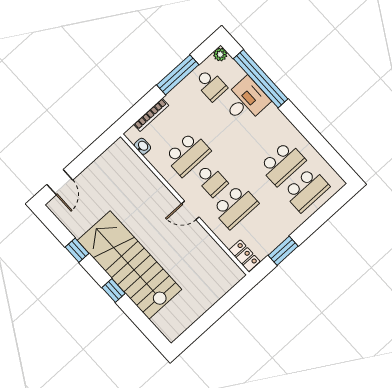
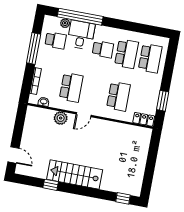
plant: (220, 54) -> (65, 23), moved
school desk: (211, 180) -> (103, 49), moved
plant: (148, 181) -> (61, 118), added
door: (190, 210) -> (84, 115), moved
stairs: (130, 265) -> (75, 174), width x0.73, depth x0.66
window: (114, 290) -> (123, 198), moved

